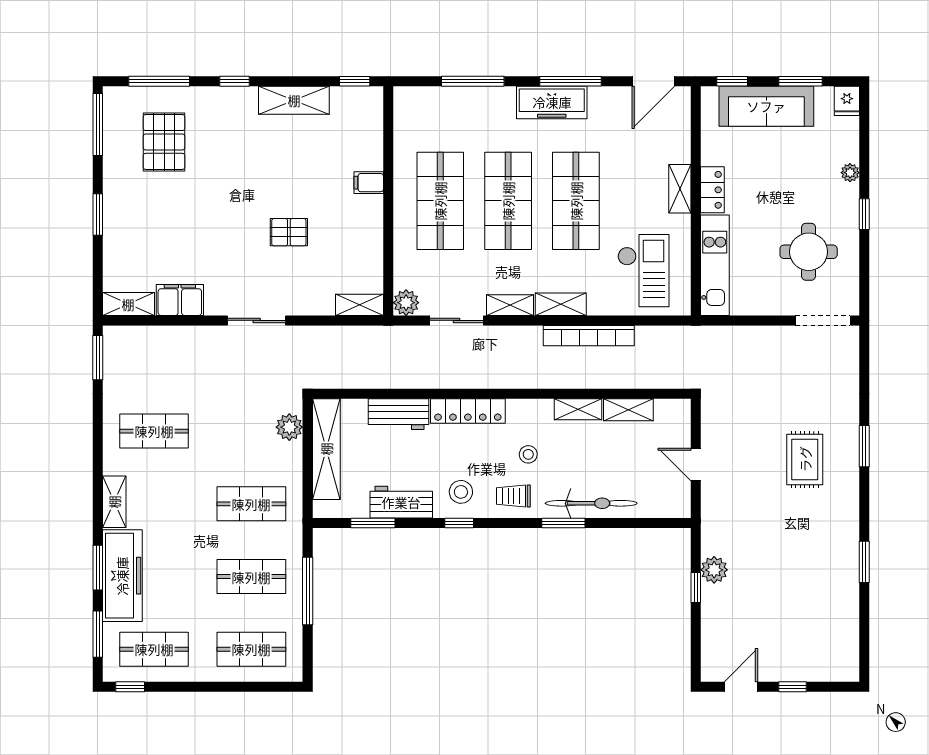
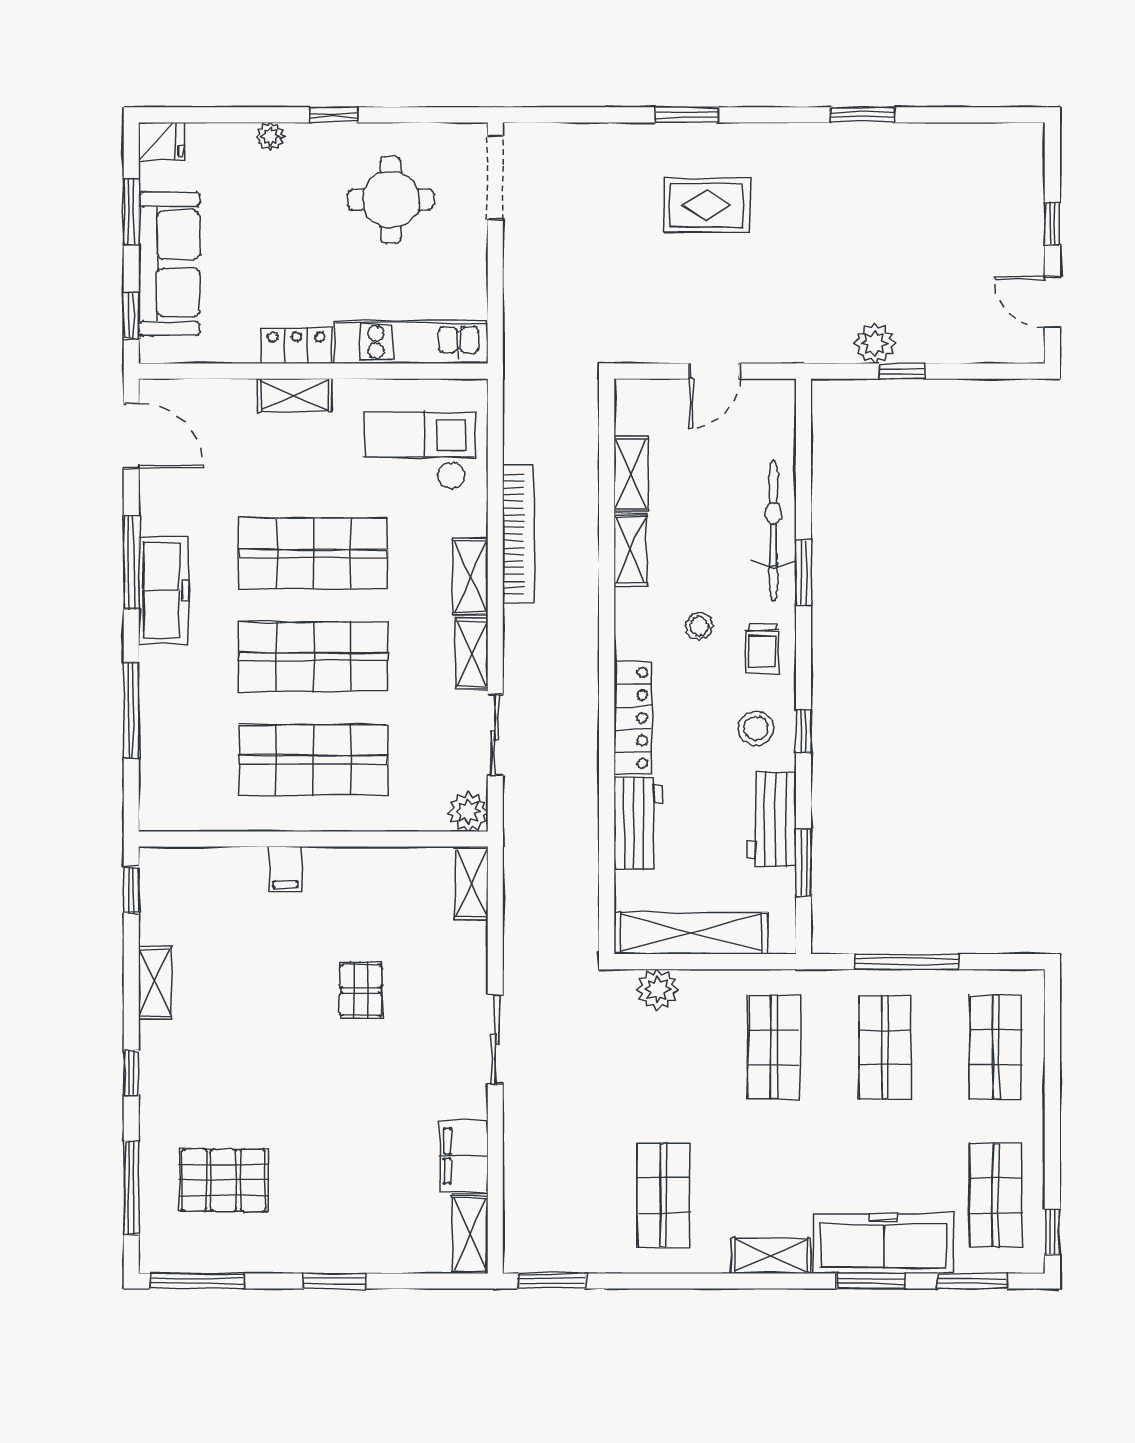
shelving: (294, 100) -> (155, 983), width x0.67, depth x0.75

